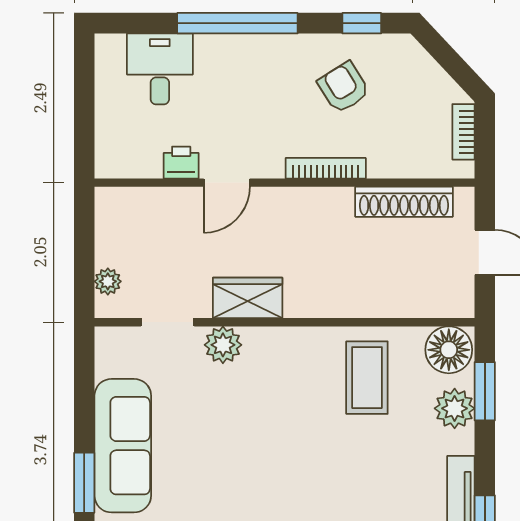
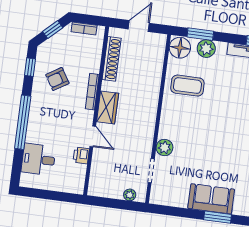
window: (452, 63) -> (53, 30), added
wardrobe: (248, 298) -> (108, 107), moved, turned 180
sofa: (123, 446) -> (211, 199), width x0.73

